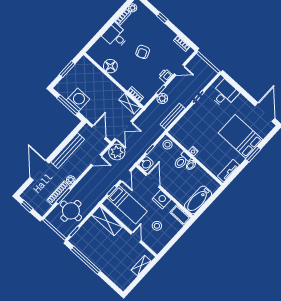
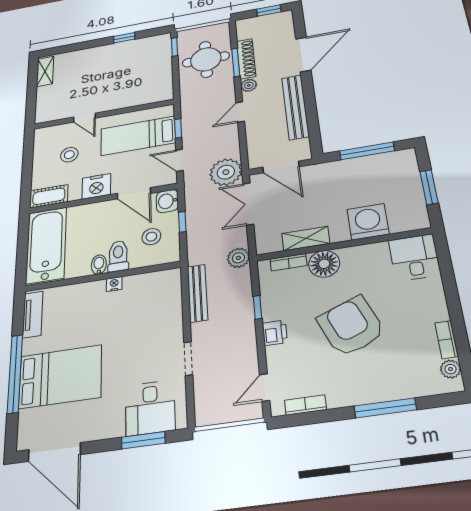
window: (162, 18) -> (385, 408), width x2.17
desk: (116, 36) -> (415, 257), moved, turned -90
armchair: (143, 52) -> (351, 326), width x1.88, depth x1.88
floor lamp: (110, 66) -> (324, 264), moved
door: (179, 70) -> (265, 387), moved
window: (236, 86) -> (143, 440), added
plant: (162, 98) -> (238, 258), moved
washing machine: (78, 100) -> (368, 222), moved, turned 180
shelving: (129, 104) -> (306, 238), moved
stool: (167, 145) -> (151, 237), moved
window: (253, 154) -> (15, 373), width x2.11
door: (96, 160) -> (240, 112), moved
door: (40, 170) -> (303, 54), hinge flipped
bathtub: (198, 200) -> (46, 245), width x1.36, depth x1.36
shelving: (107, 221) -> (145, 95), removed
window: (85, 260) -> (124, 38), width x0.32
shelving: (141, 266) -> (45, 71), moved

